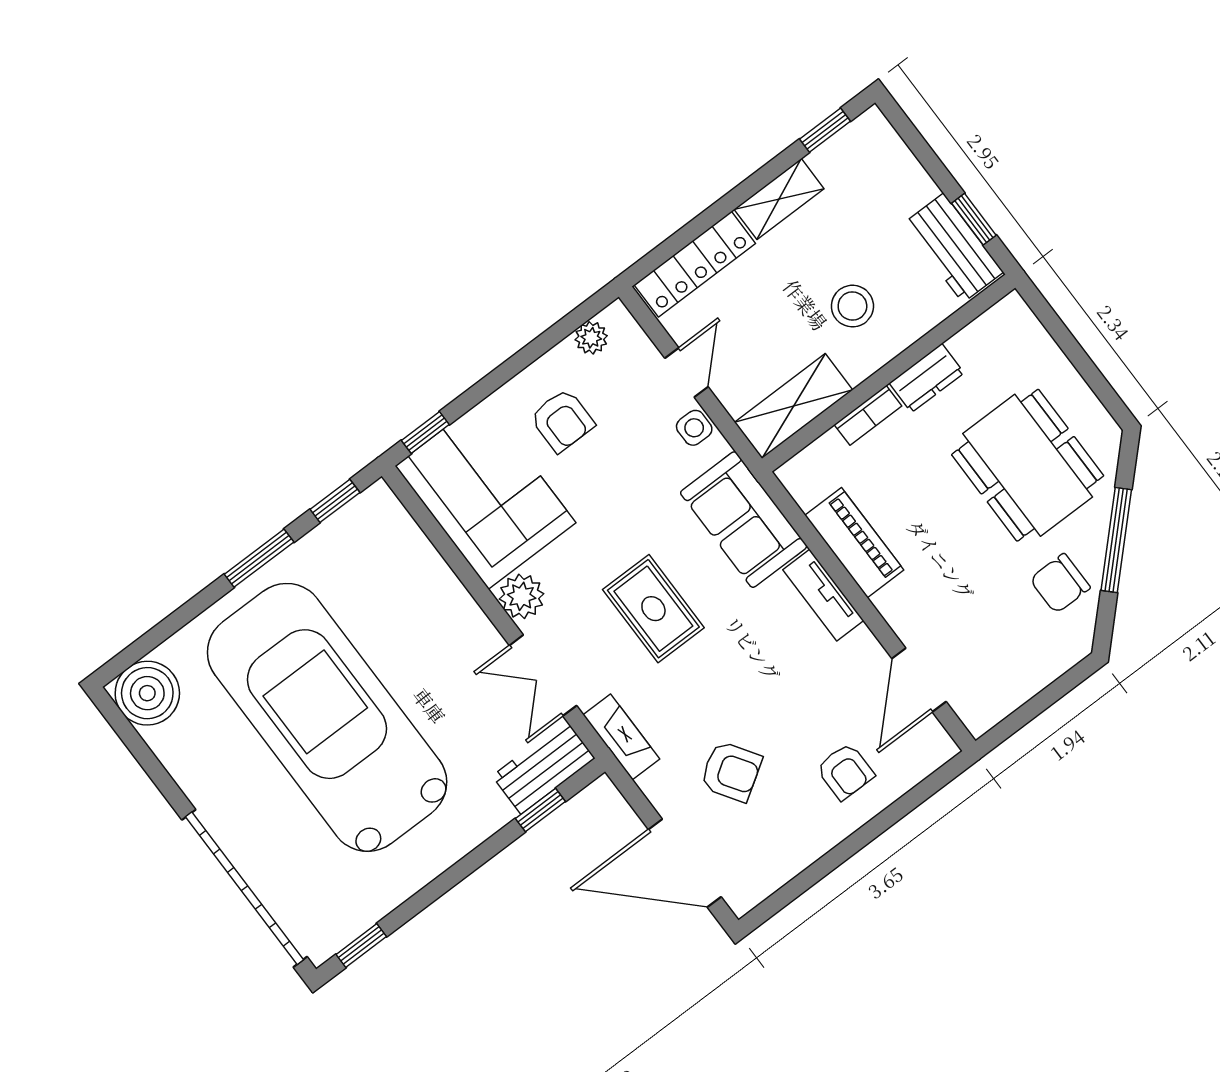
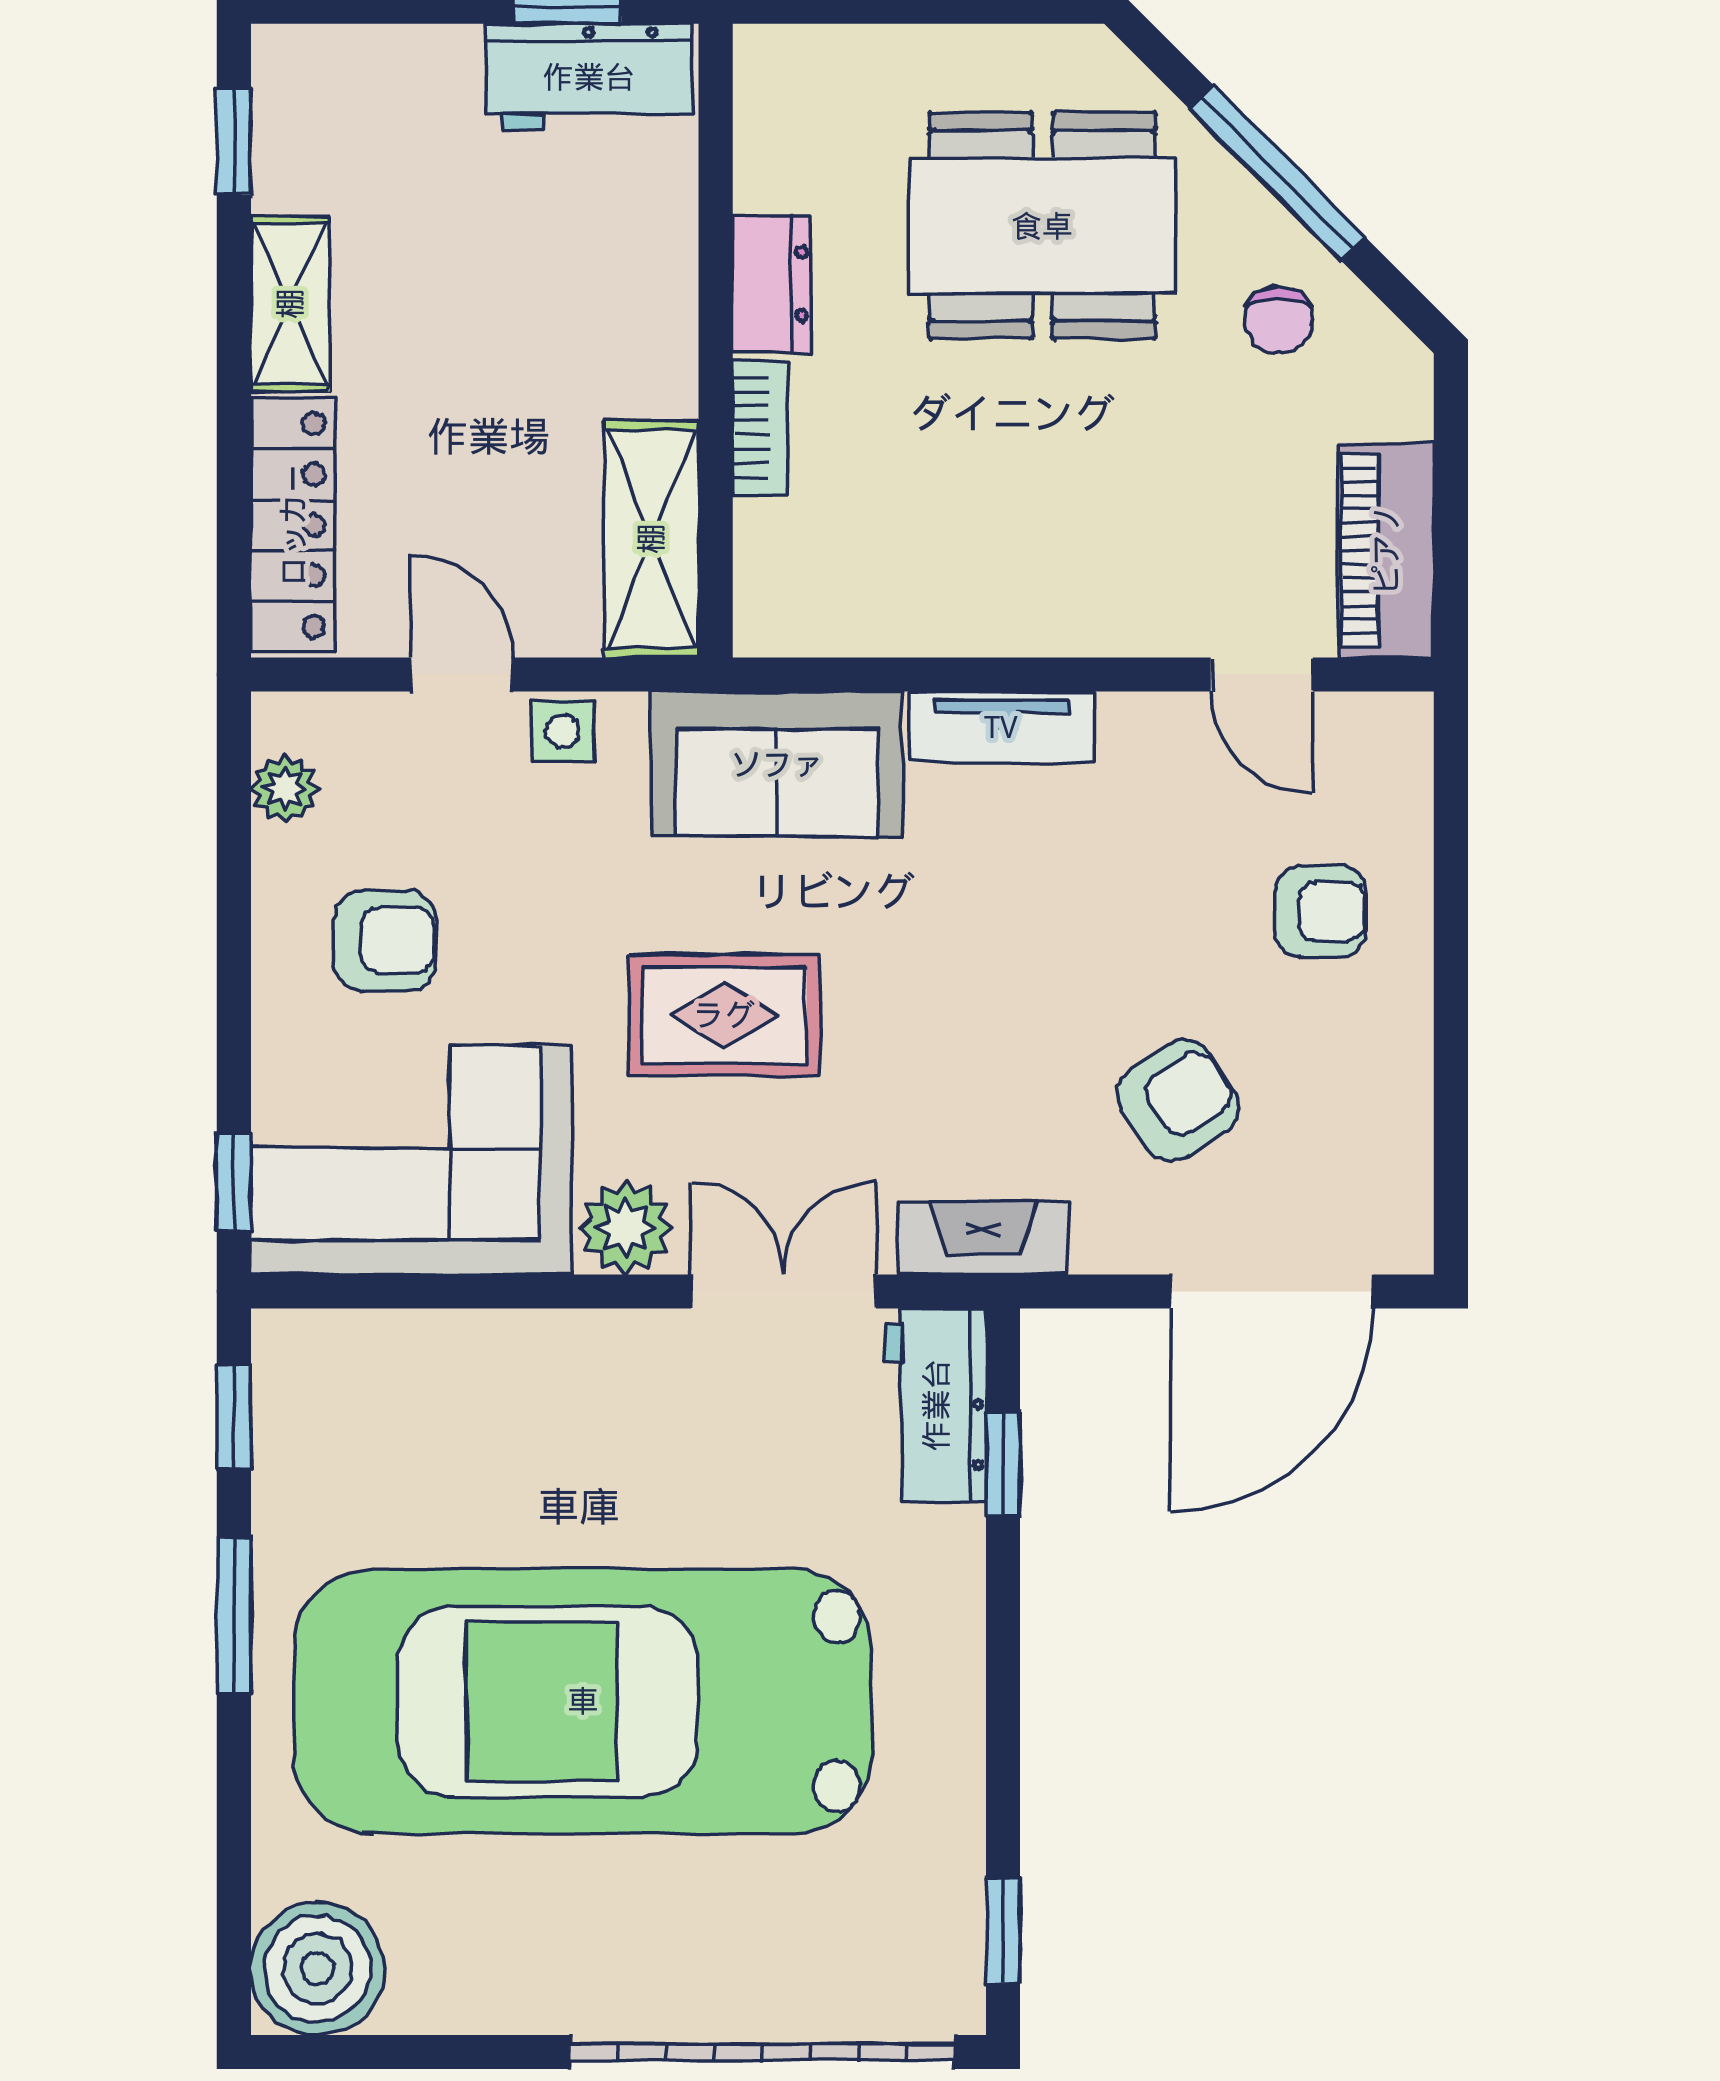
stool: (852, 306) -> (559, 316), removed
piano: (854, 543) -> (1386, 550), moved, turned -90
chair: (1060, 583) -> (1278, 320), width x0.73, depth x0.73
rug: (653, 609) -> (724, 1015), moved
double door: (543, 675) -> (784, 1291), swing flipped
door: (919, 680) -> (1262, 674), width x0.73

